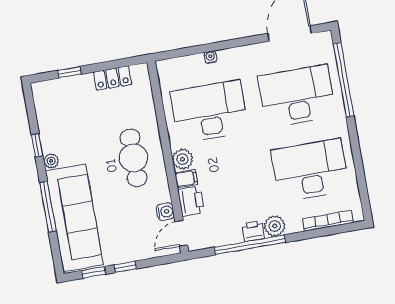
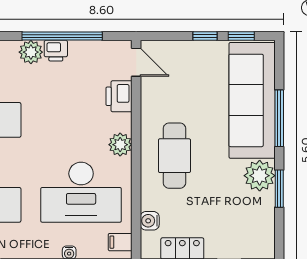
window: (37, 145) -> (279, 189), width x1.50
plant: (51, 161) -> (260, 176), width x1.88, depth x1.88
filing cabinet: (186, 178) -> (120, 242), moved
water cooler: (165, 212) -> (150, 221), moved
door: (181, 233) -> (136, 62), hinge flipped

